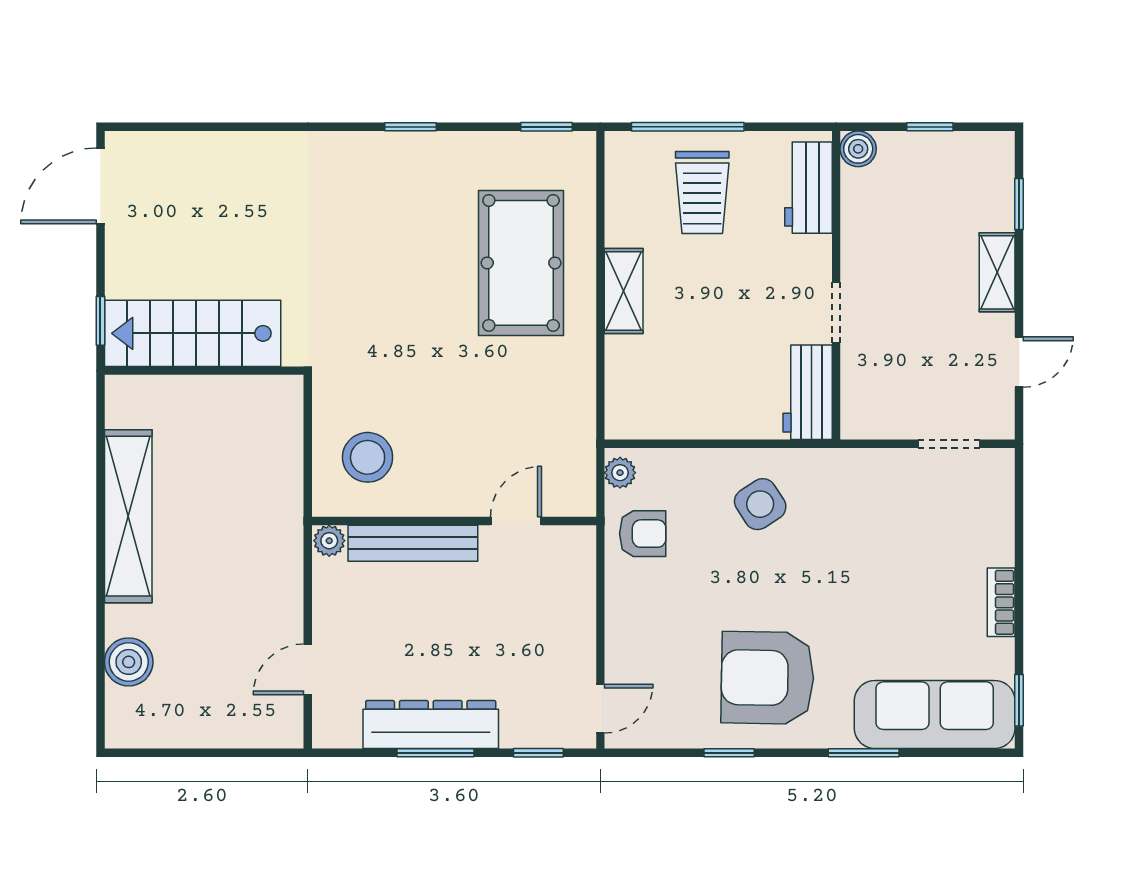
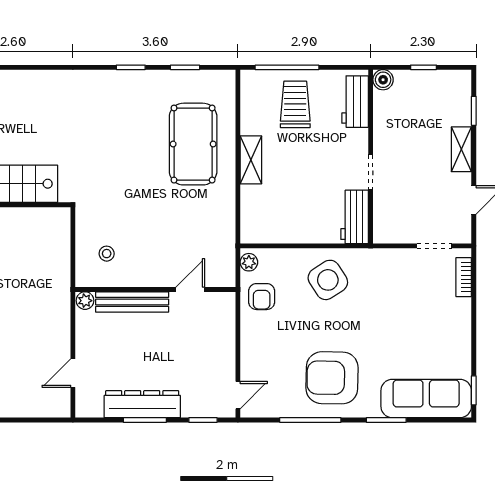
window: (546, 127) -> (185, 67), moved
trolley: (702, 193) -> (295, 104), turned 180
stool: (368, 457) -> (107, 254), width x0.53, depth x0.53
side table: (760, 504) -> (328, 280), width x1.37, depth x1.37
armchair: (643, 534) -> (262, 297), turned 90
bookcase: (1001, 602) -> (464, 277), moved
window: (729, 753) -> (310, 420), width x2.17

